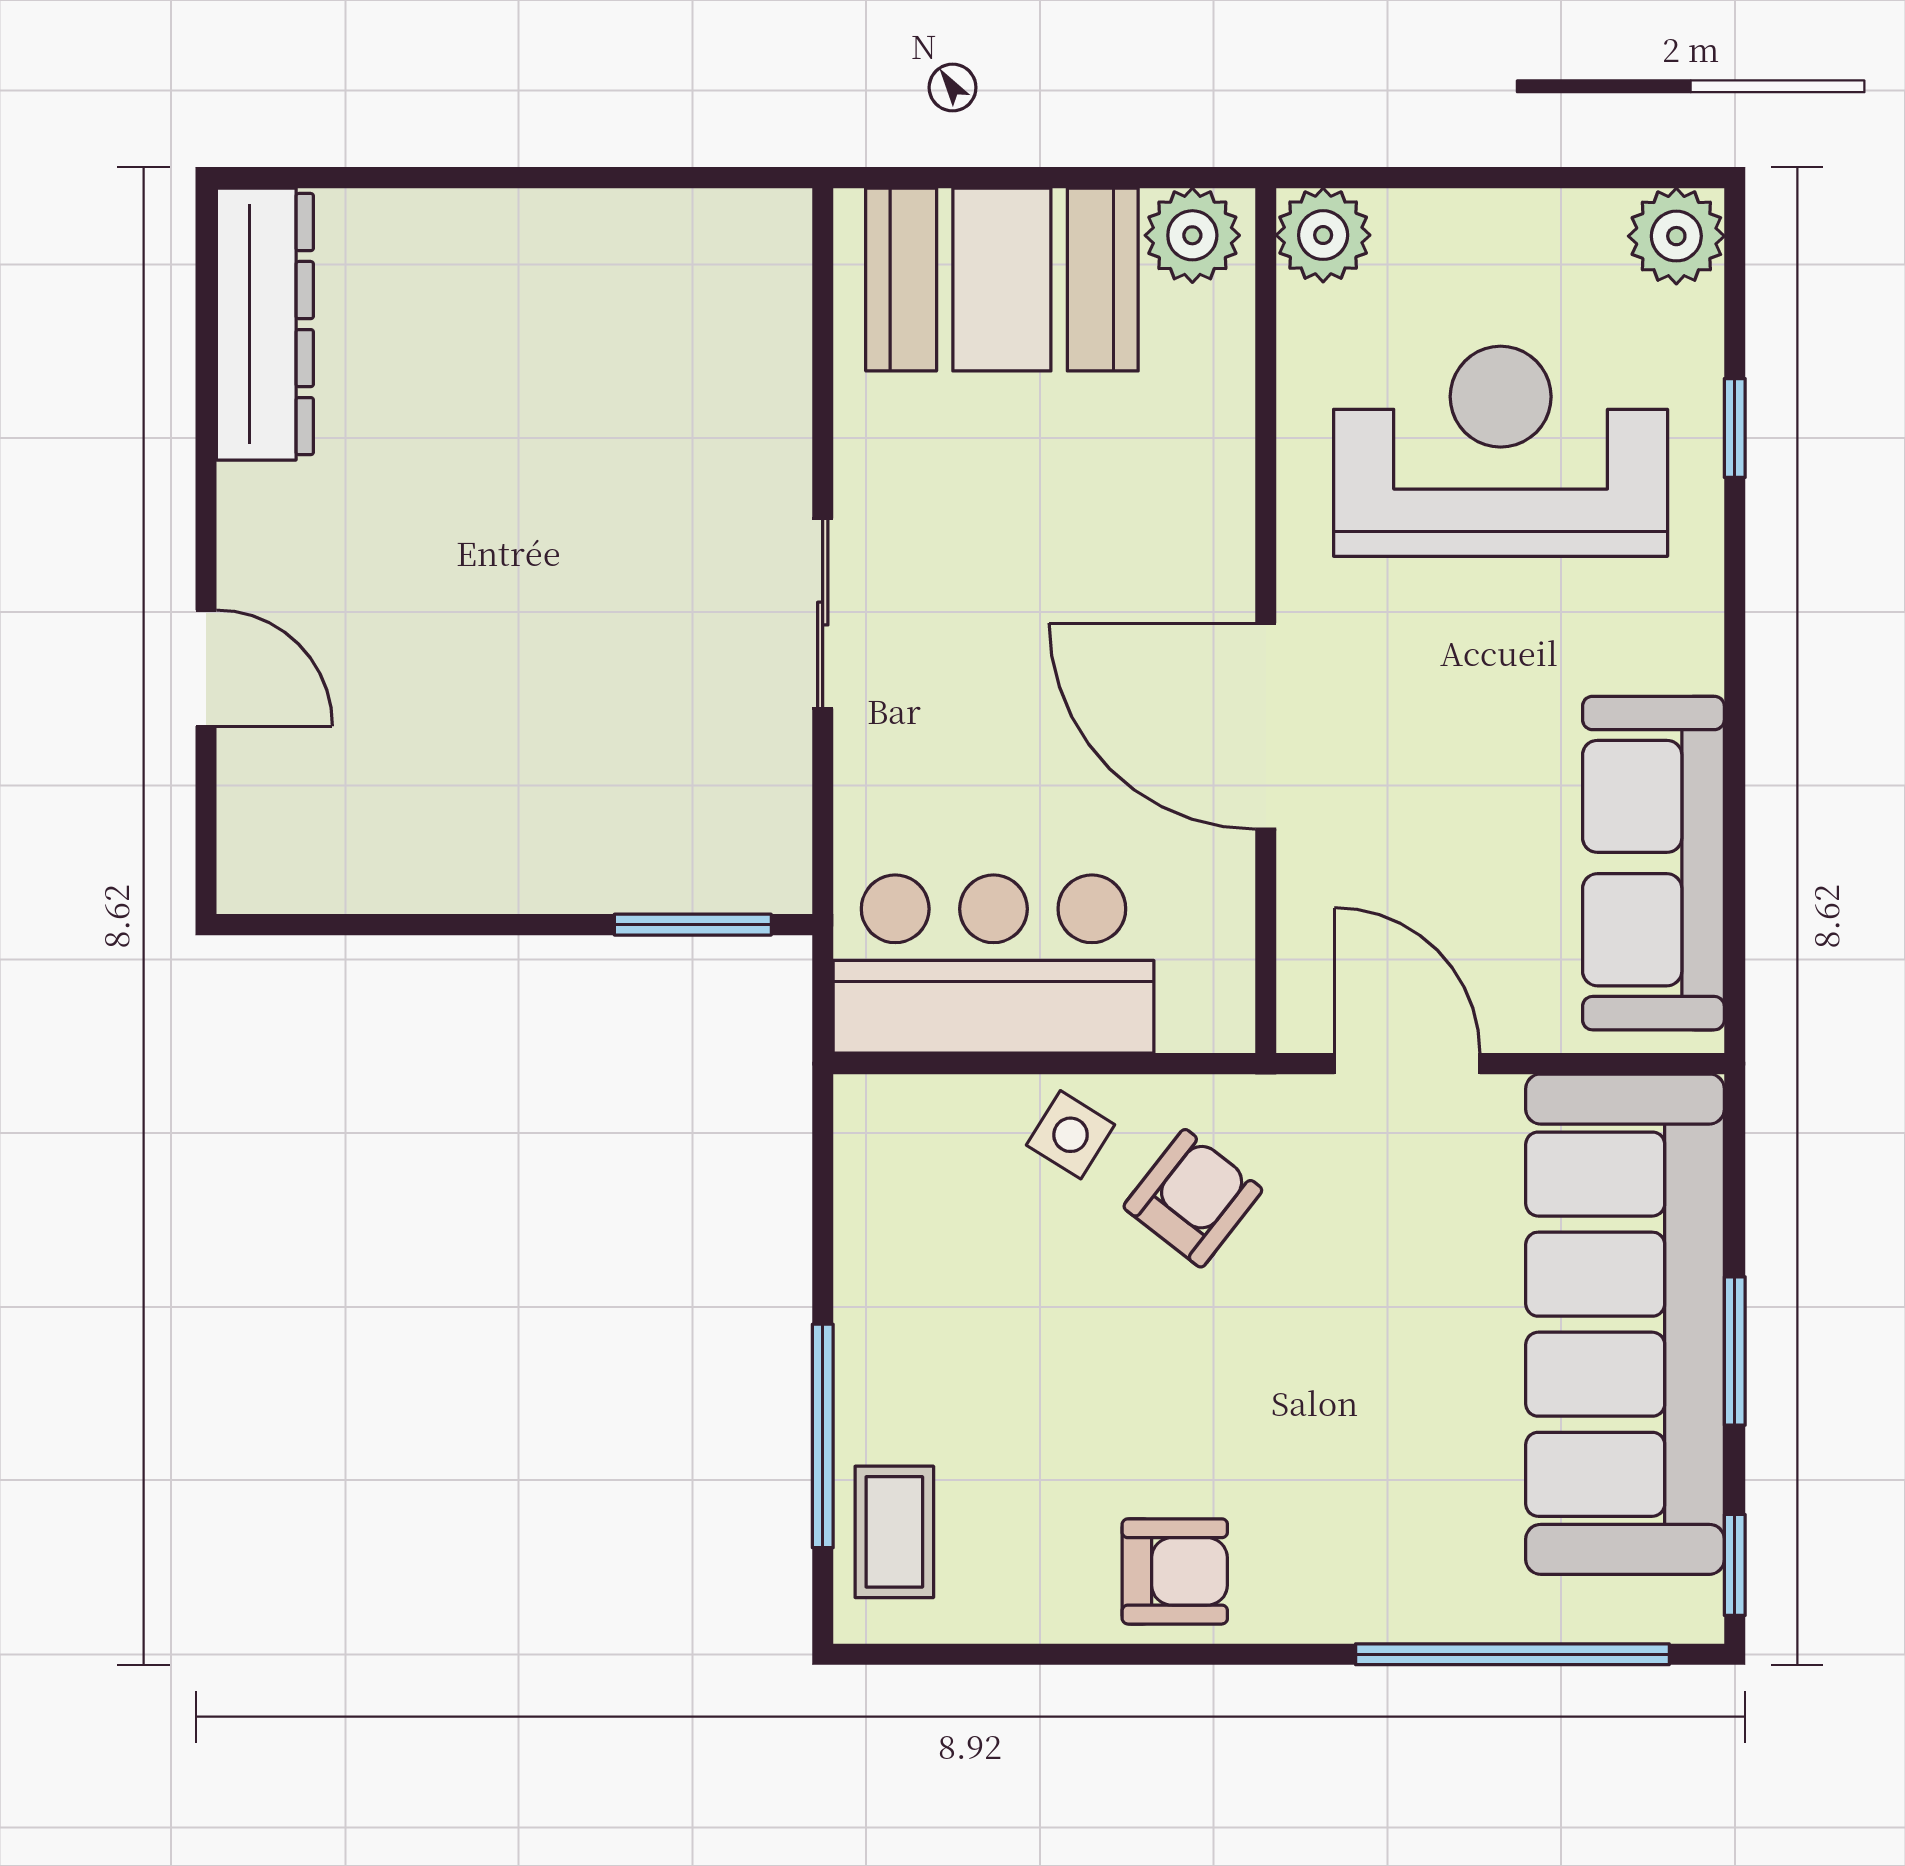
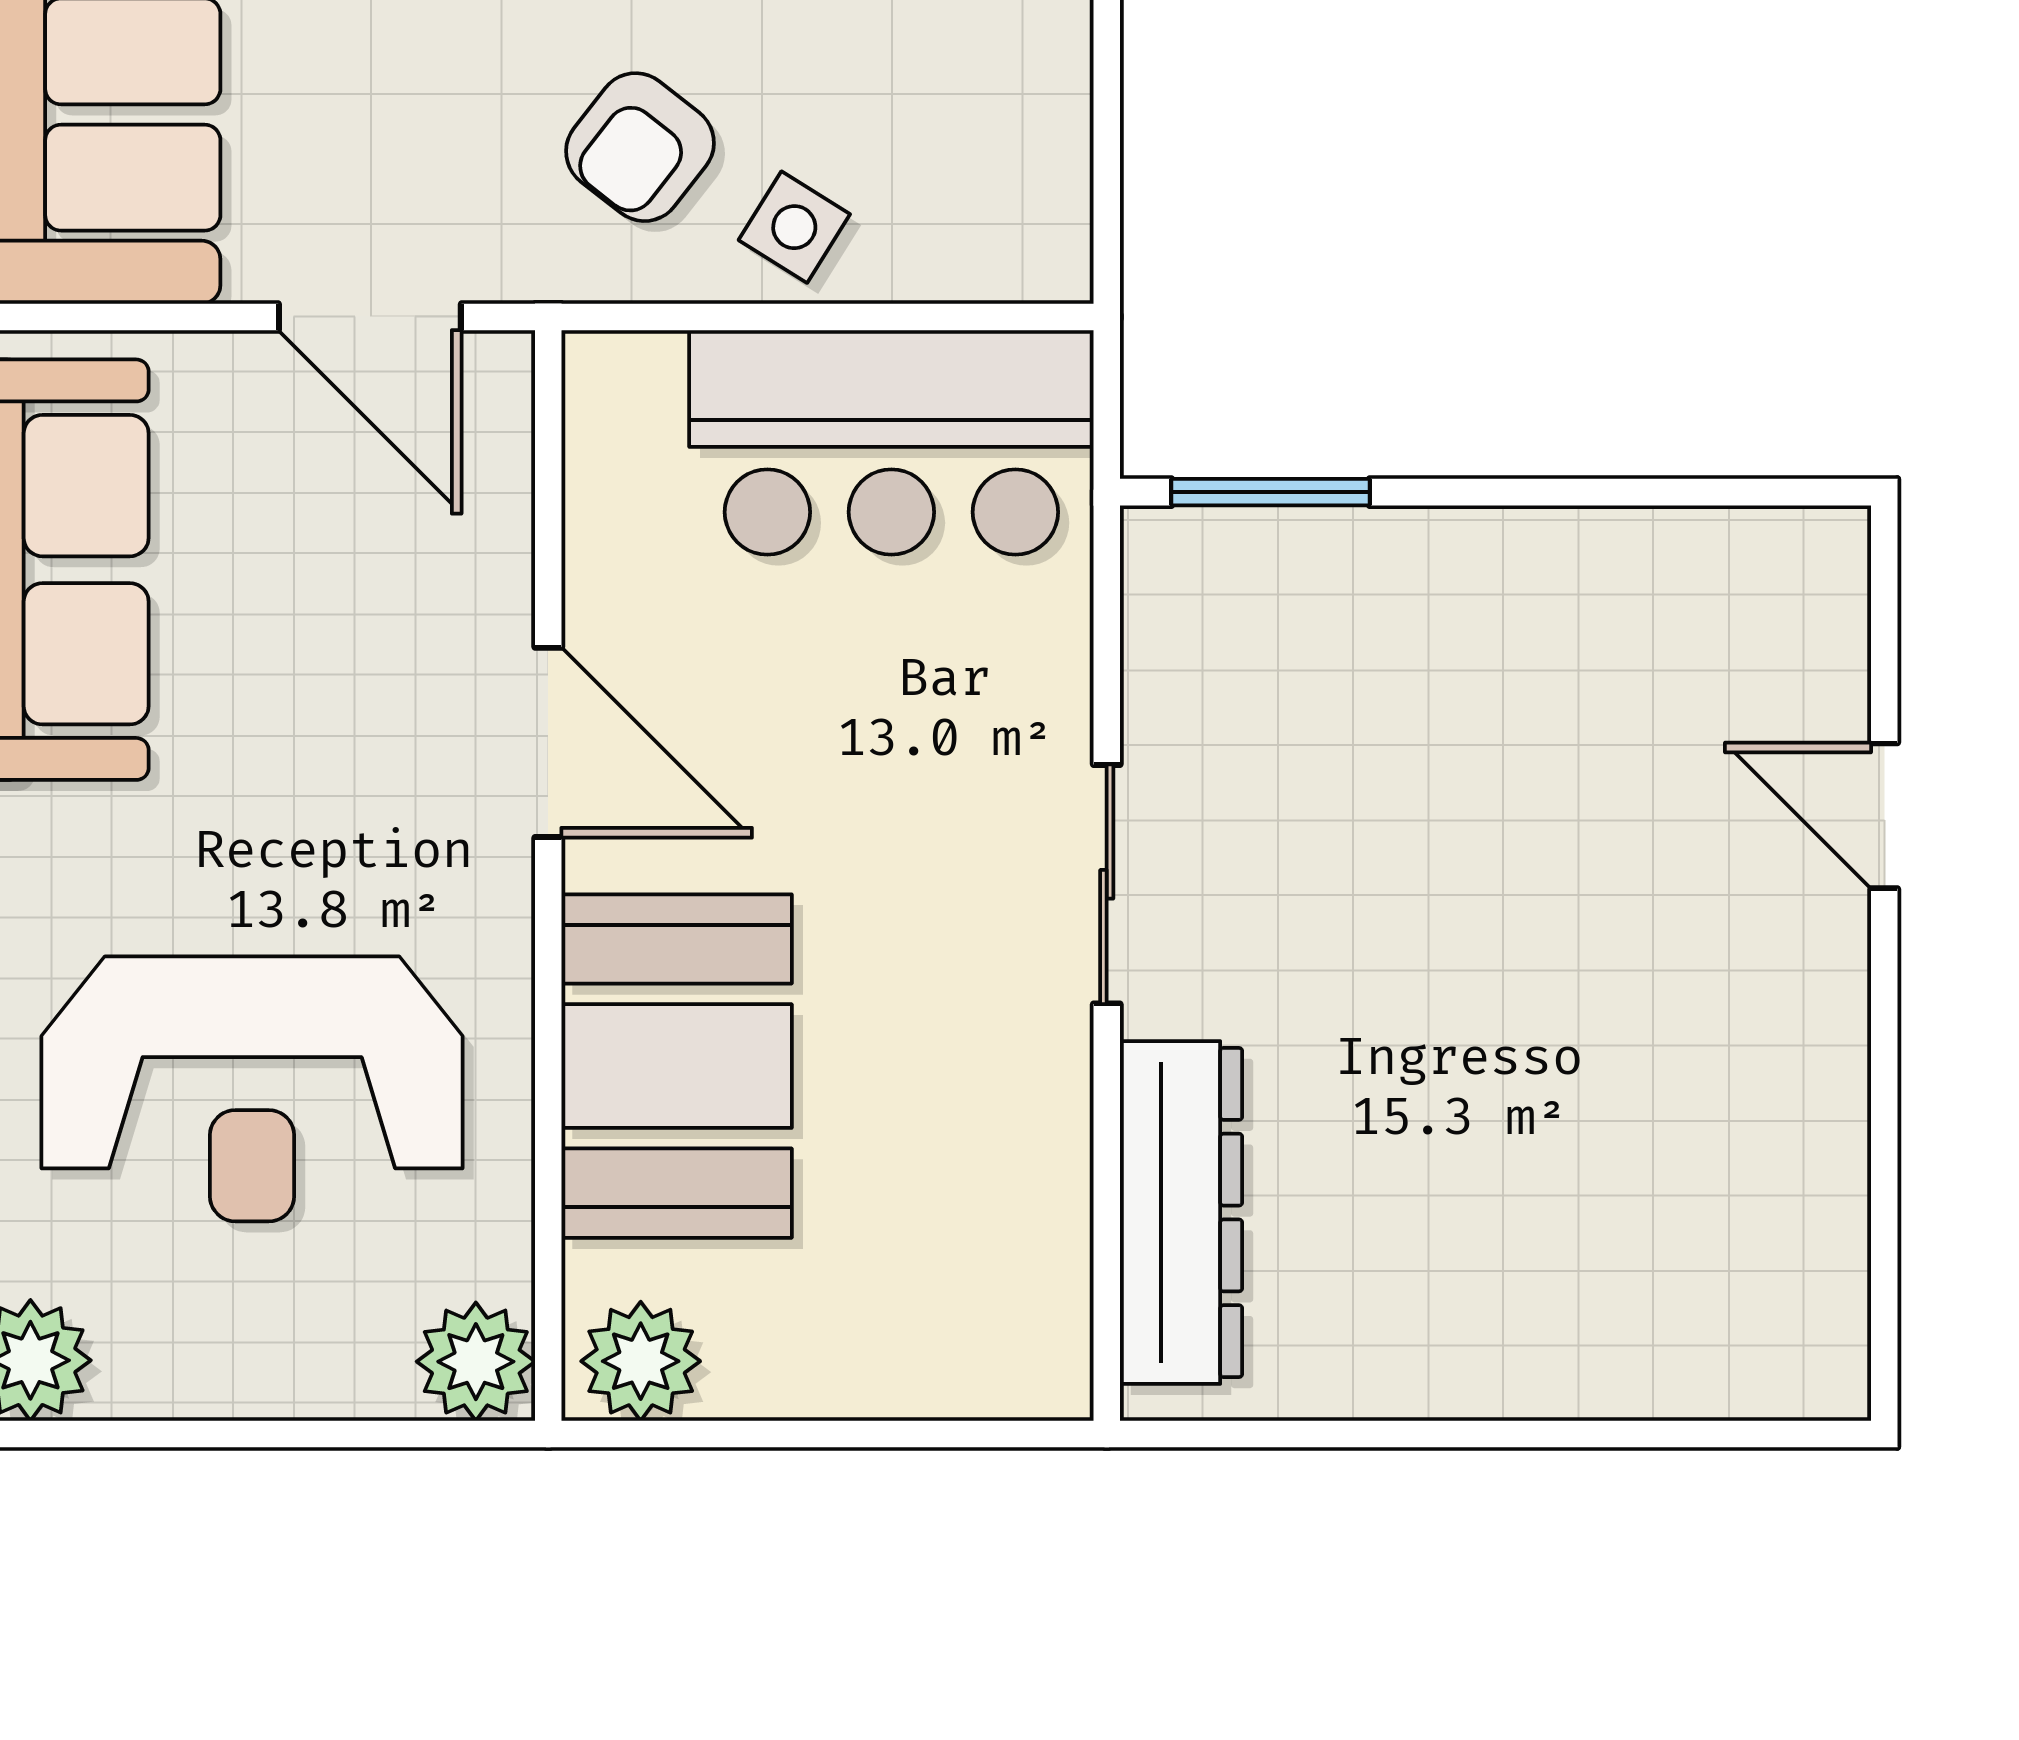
booth: (1002, 279) -> (677, 1066), moved, turned 90
dresser: (265, 324) -> (1181, 1212), moved, turned 180
door: (1266, 726) -> (548, 742), width x0.73

